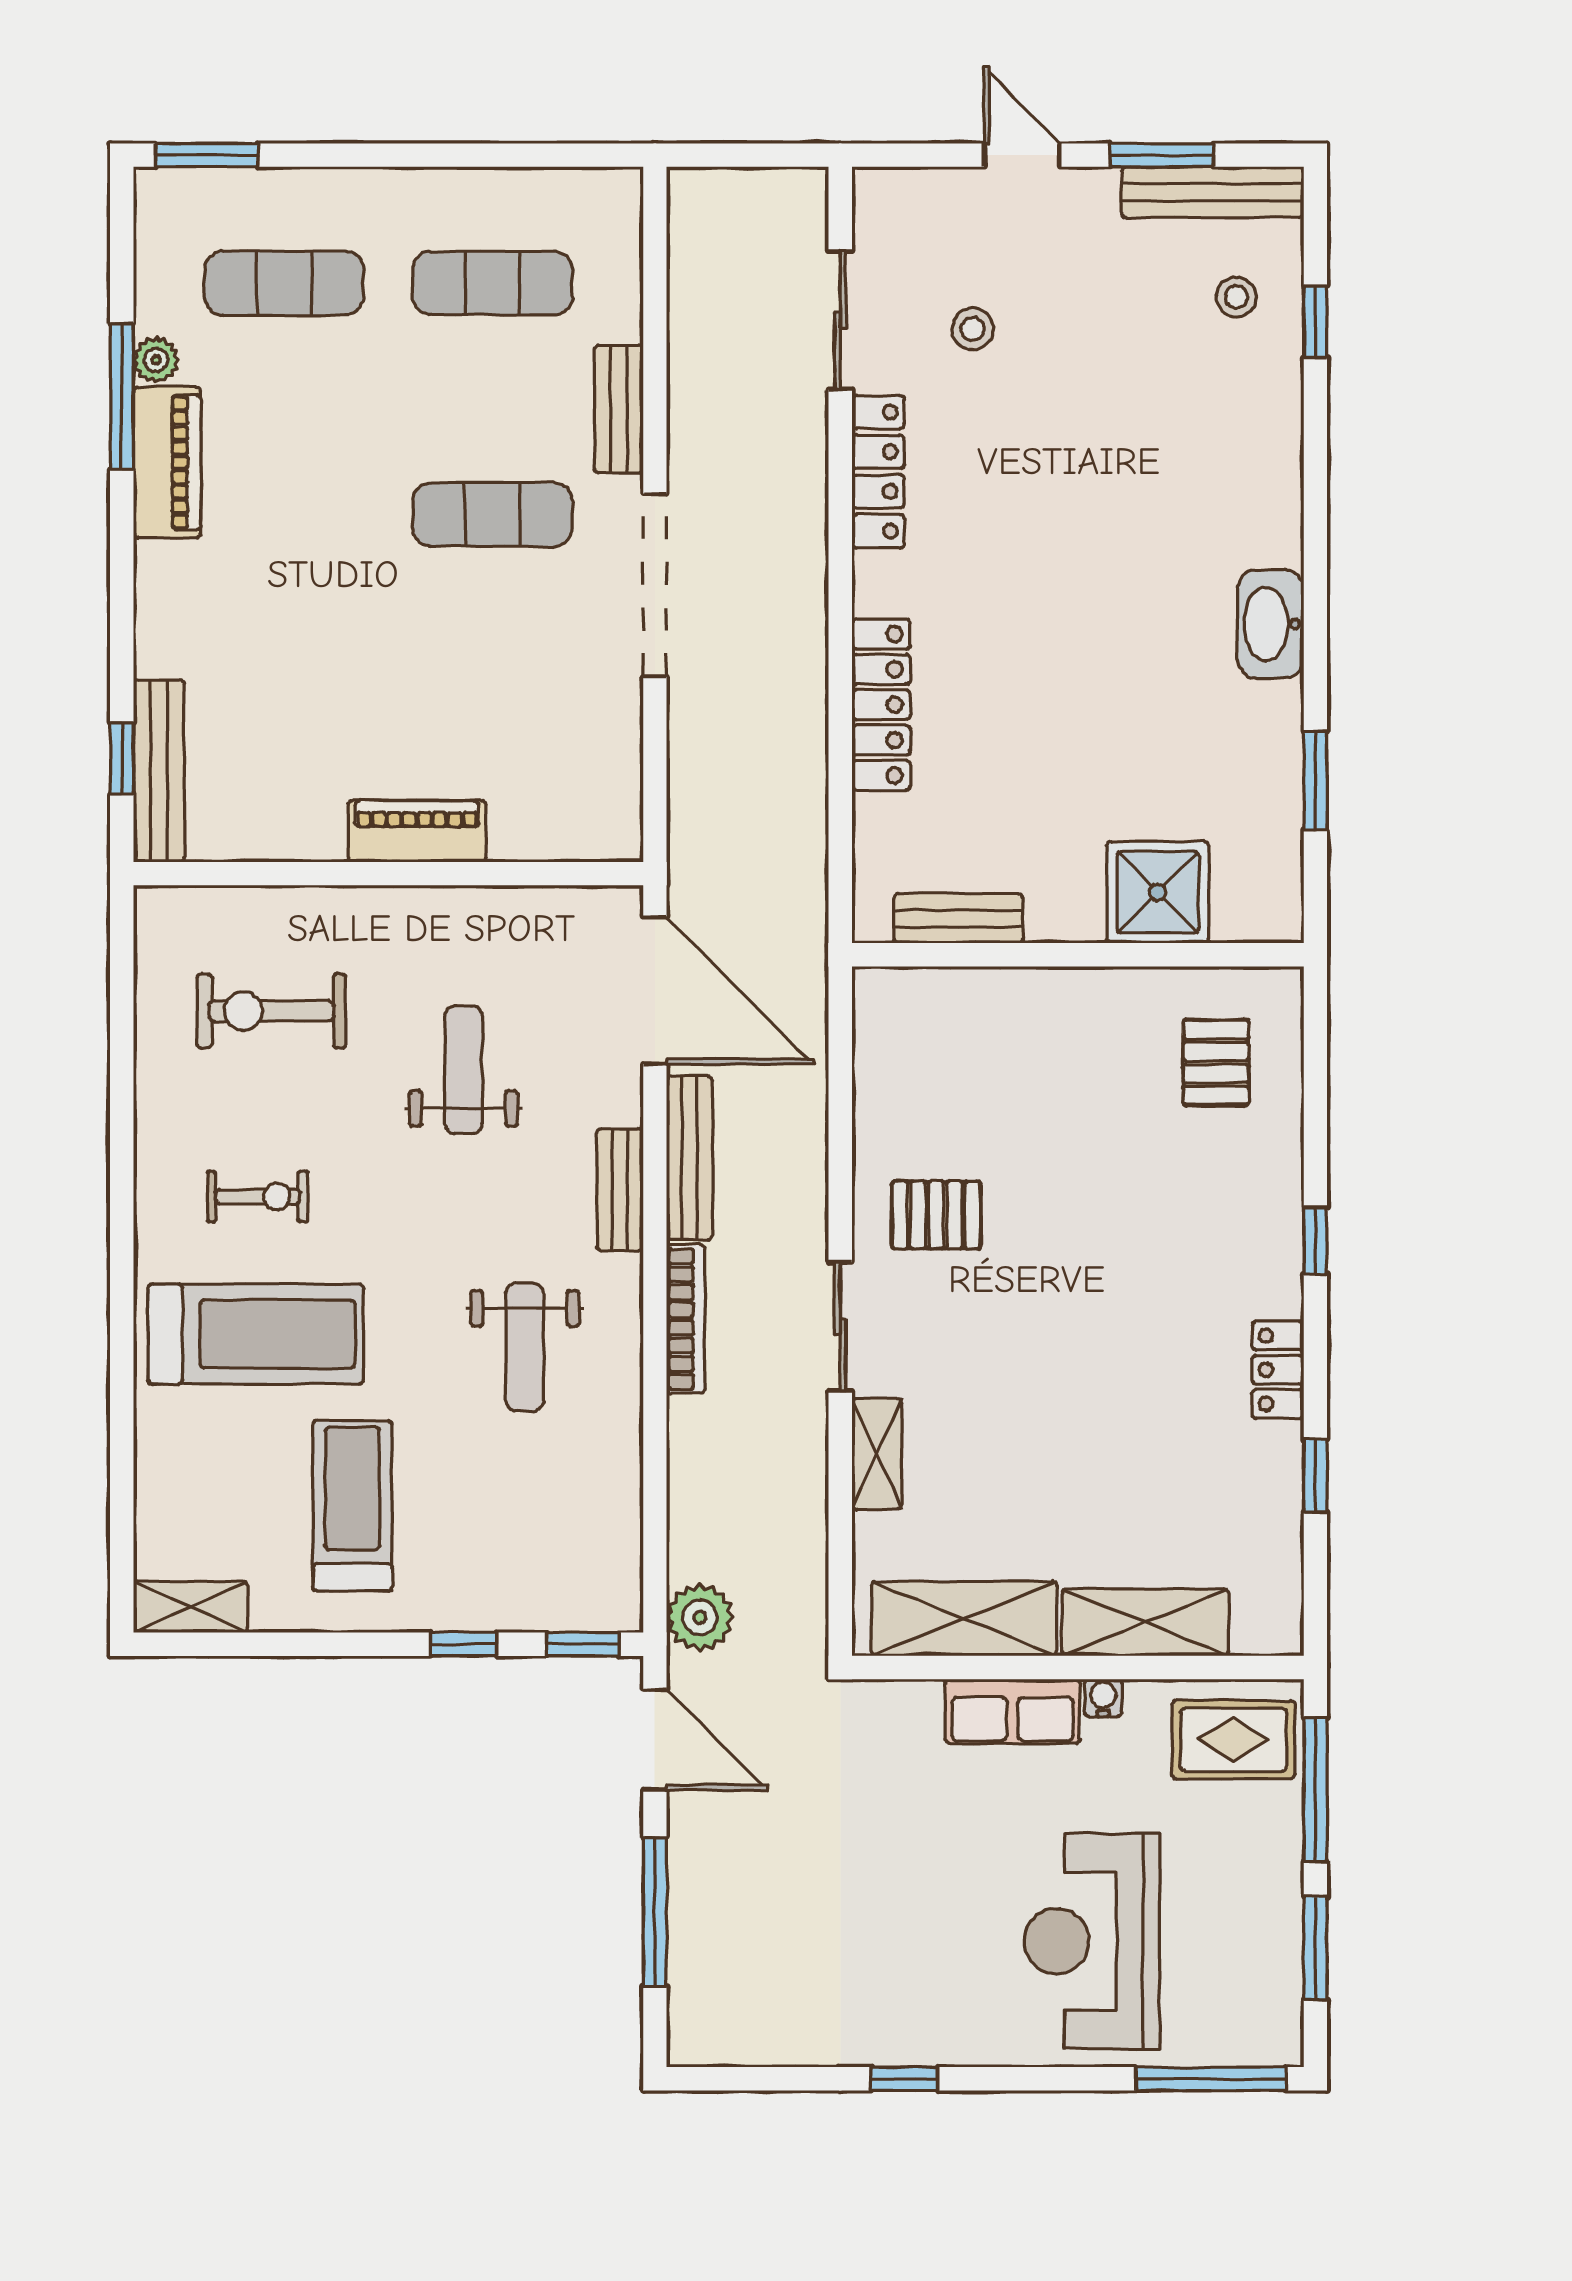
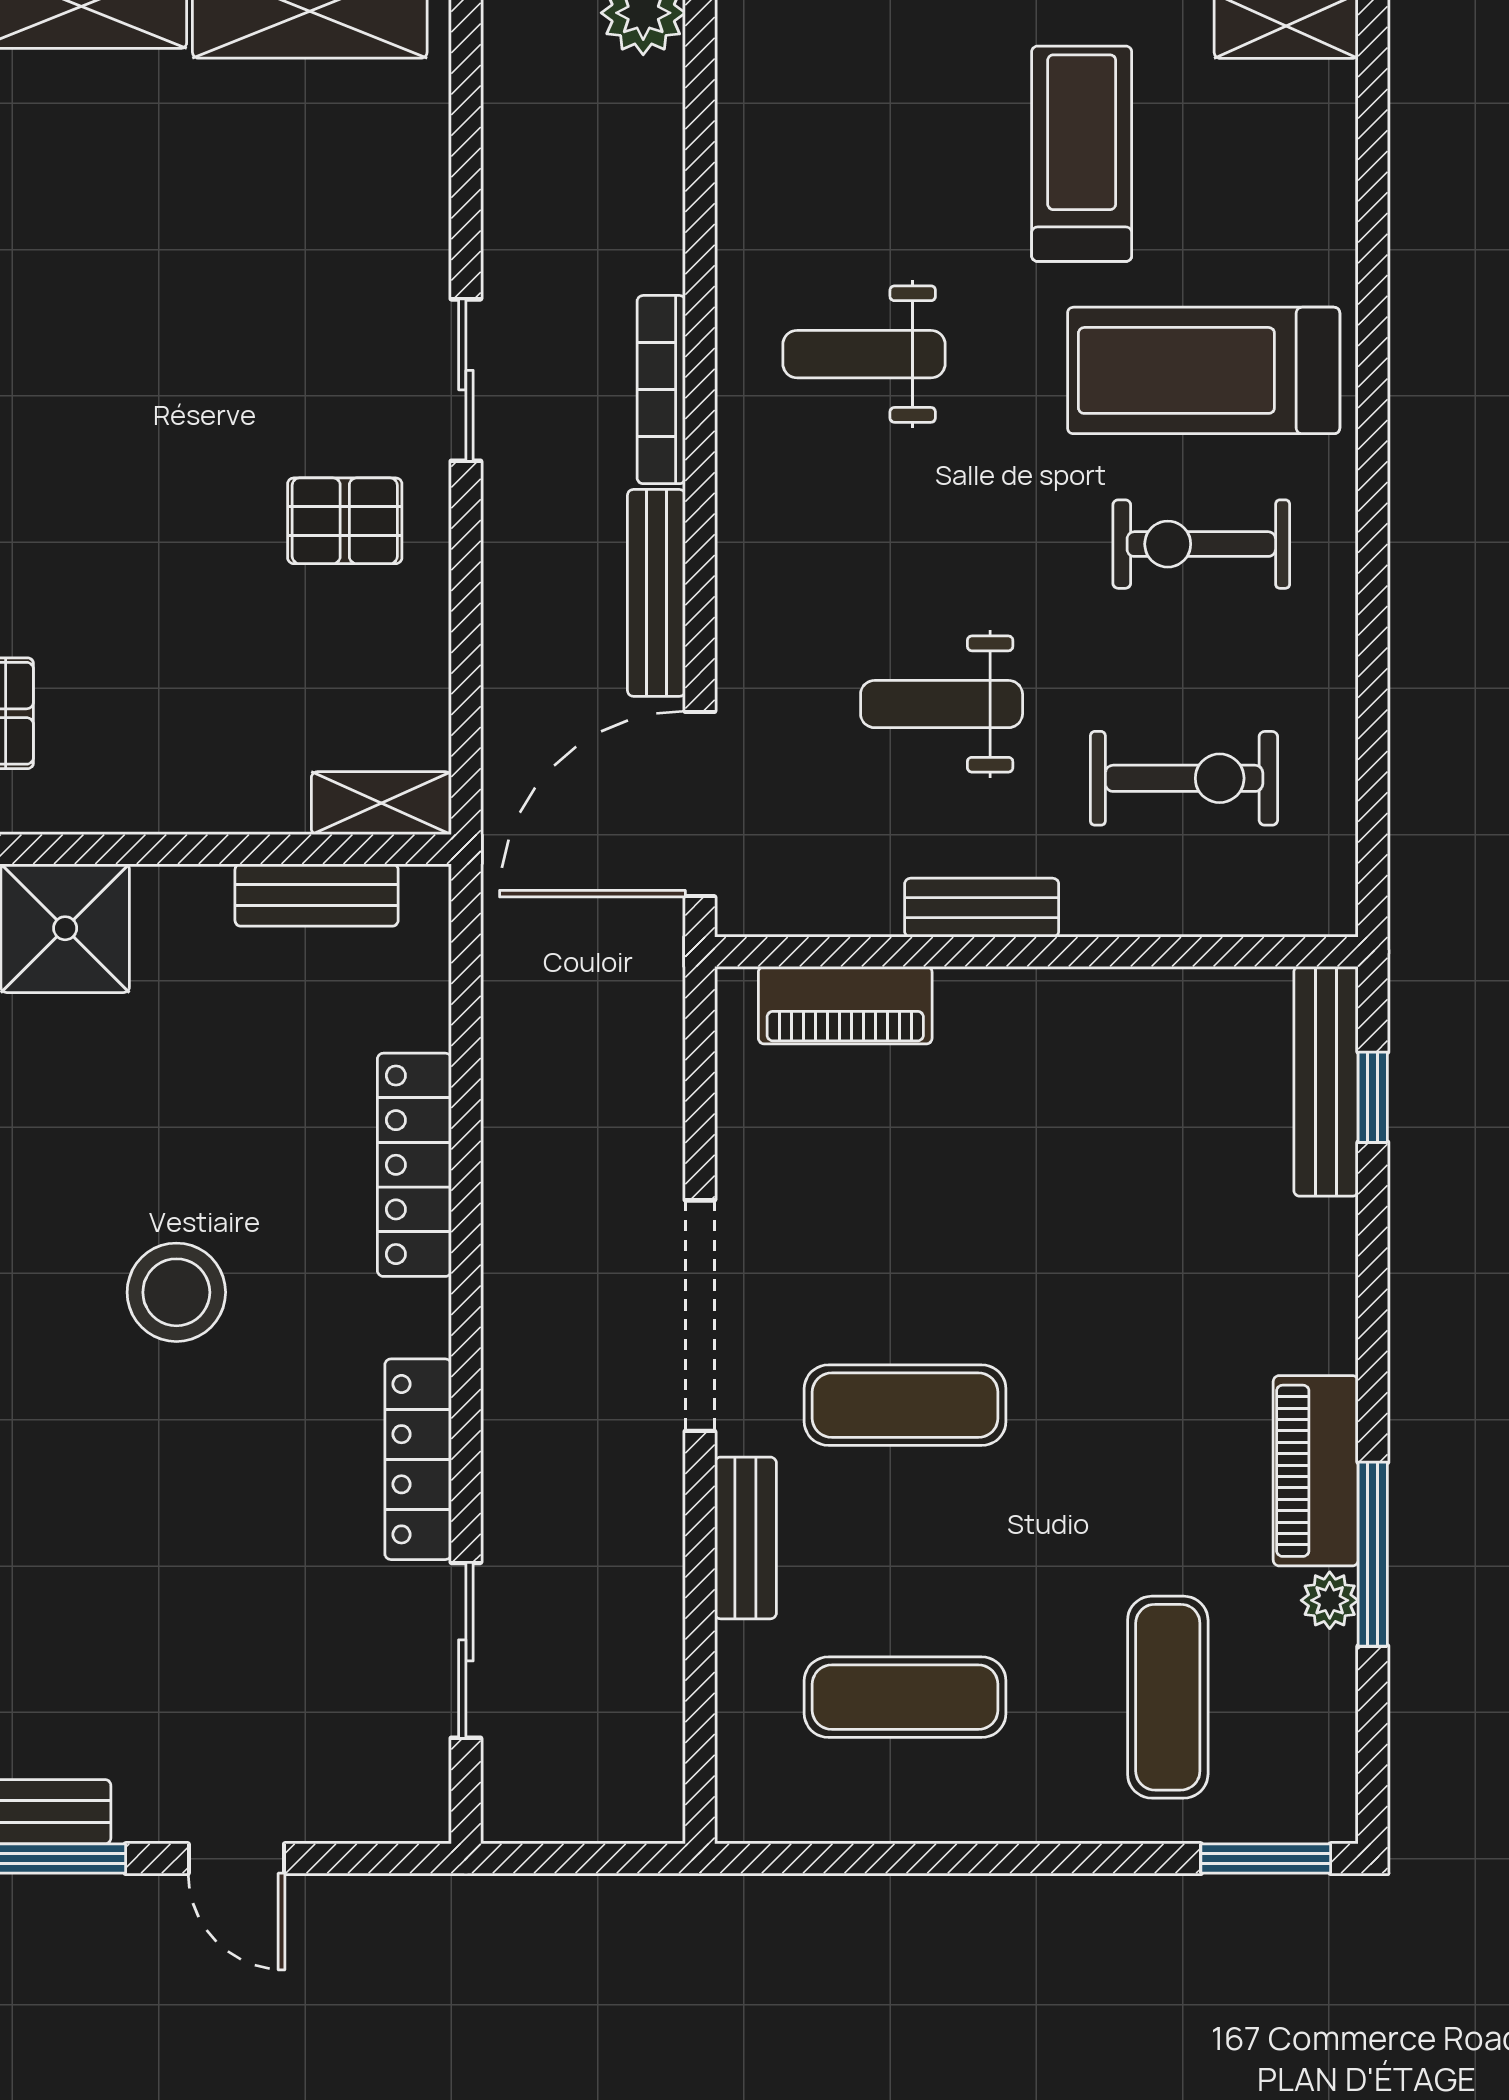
exercise mat: (284, 283) -> (1168, 1697), turned 90
stool: (973, 329) -> (176, 1292), moved, width x1.89, depth x1.89
piano: (417, 831) -> (845, 1005), moved
door: (655, 991) -> (700, 804), hinge flipped
weight bench: (464, 1070) -> (942, 704), turned 90
bench: (620, 1190) -> (982, 908), moved, turned 90
exercise bike: (258, 1197) -> (1201, 544), width x1.38, depth x1.39
weight bench: (525, 1347) -> (864, 354), turned -90
shelving: (877, 1454) -> (381, 803), moved, turned 90
treadmill: (352, 1506) -> (1082, 154), turned 180

